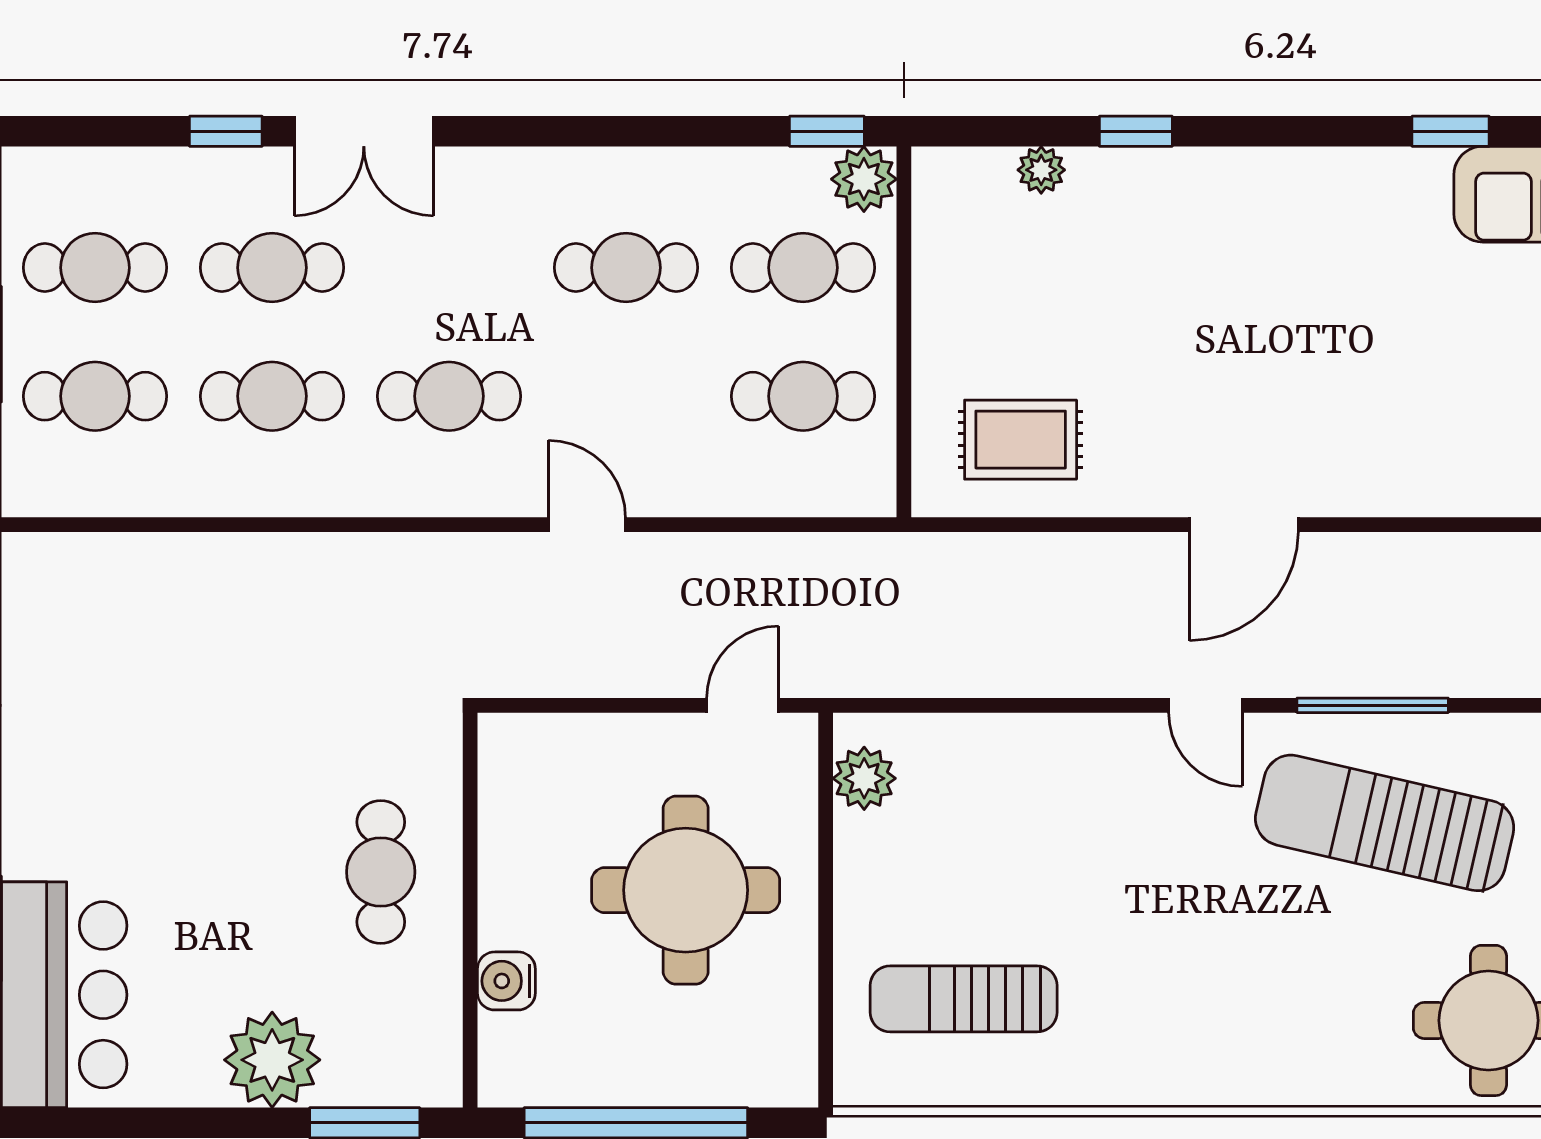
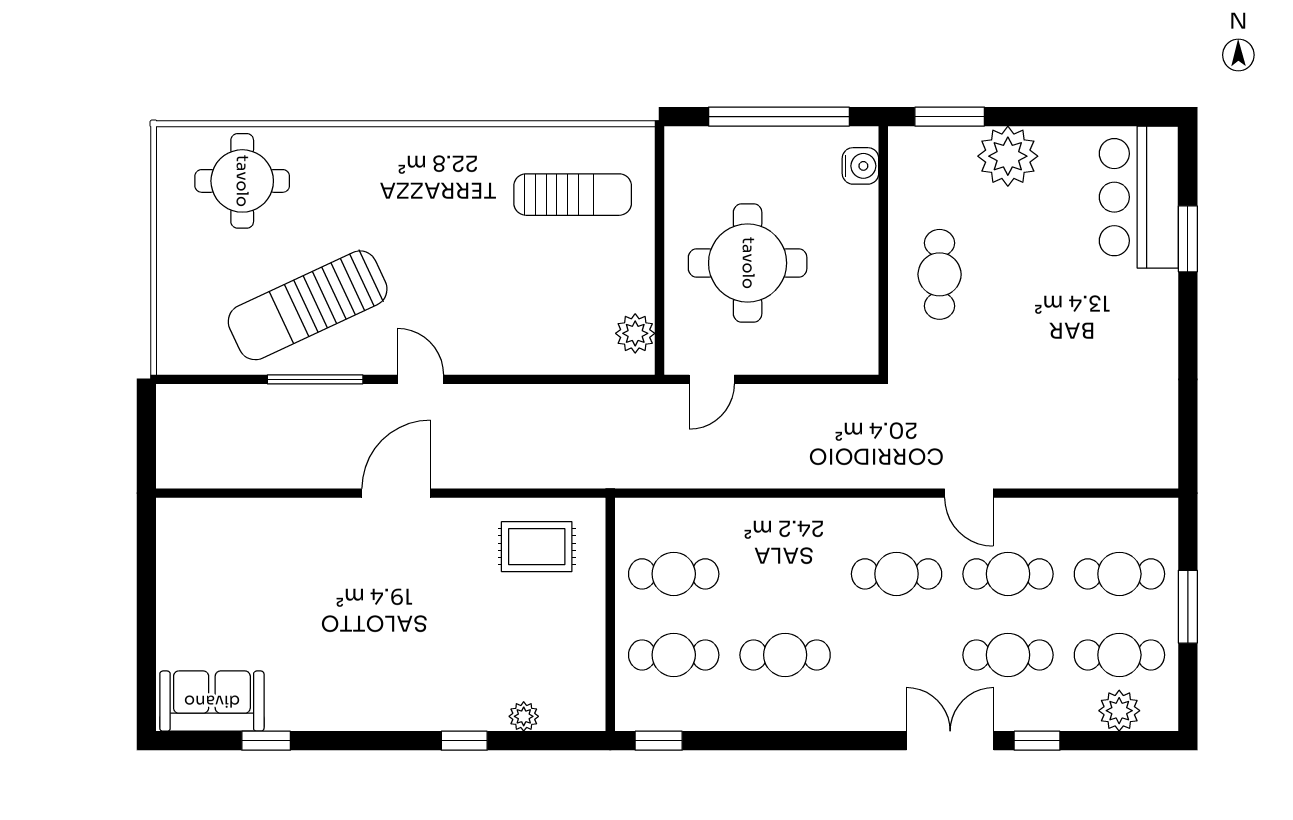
plant: (864, 179) -> (1119, 711), moved
door: (587, 525) -> (969, 493), moved
sun lounger: (1385, 823) -> (308, 305), turned 142
water cooler: (506, 981) -> (860, 166), moved

